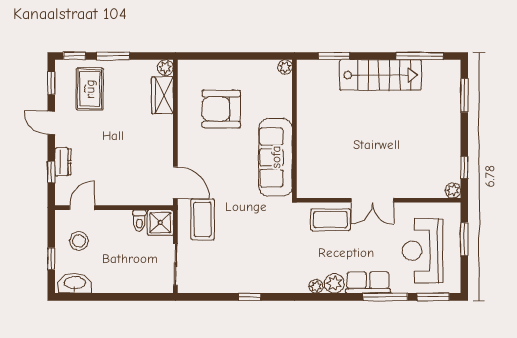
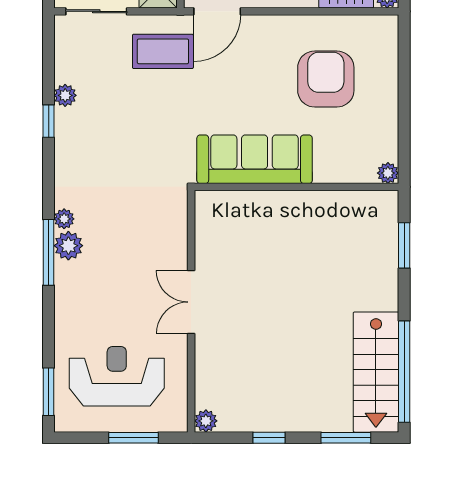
window: (420, 56) -> (404, 372), width x1.46
stairs: (380, 75) -> (376, 372), moved
window: (464, 167) -> (269, 438), moved
coffee table: (330, 220) -> (163, 240), removed
row of seats: (368, 283) -> (70, 295), removed
plant: (232, 286) -> (65, 95), added
window: (385, 297) -> (49, 252), moved

